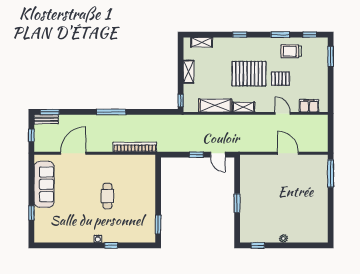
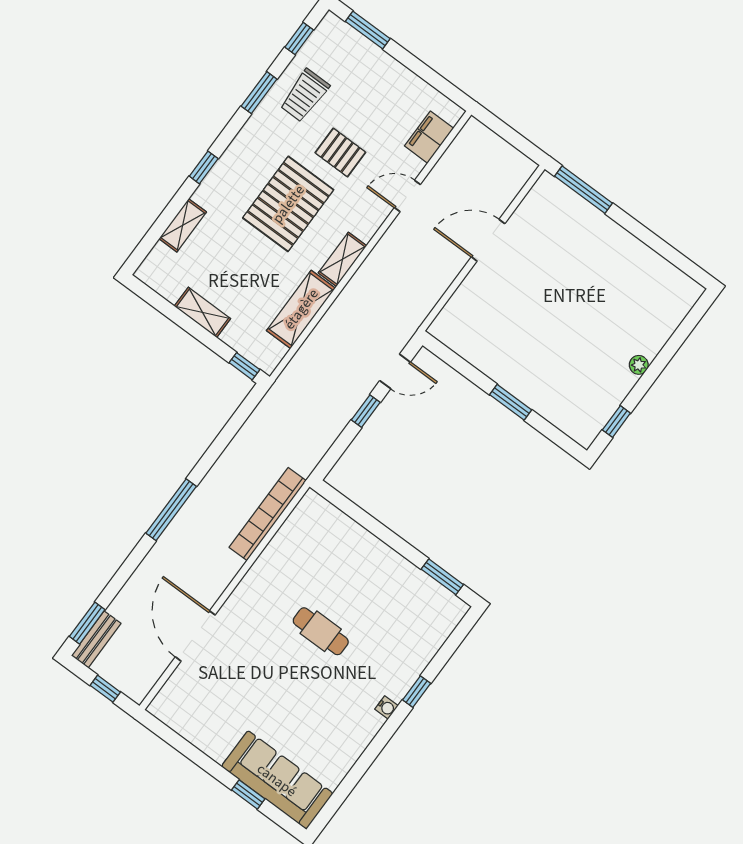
shelving: (202, 42) -> (183, 225), moved
pallet: (280, 79) -> (340, 153), turned 90
sofa: (44, 184) -> (277, 780), moved

